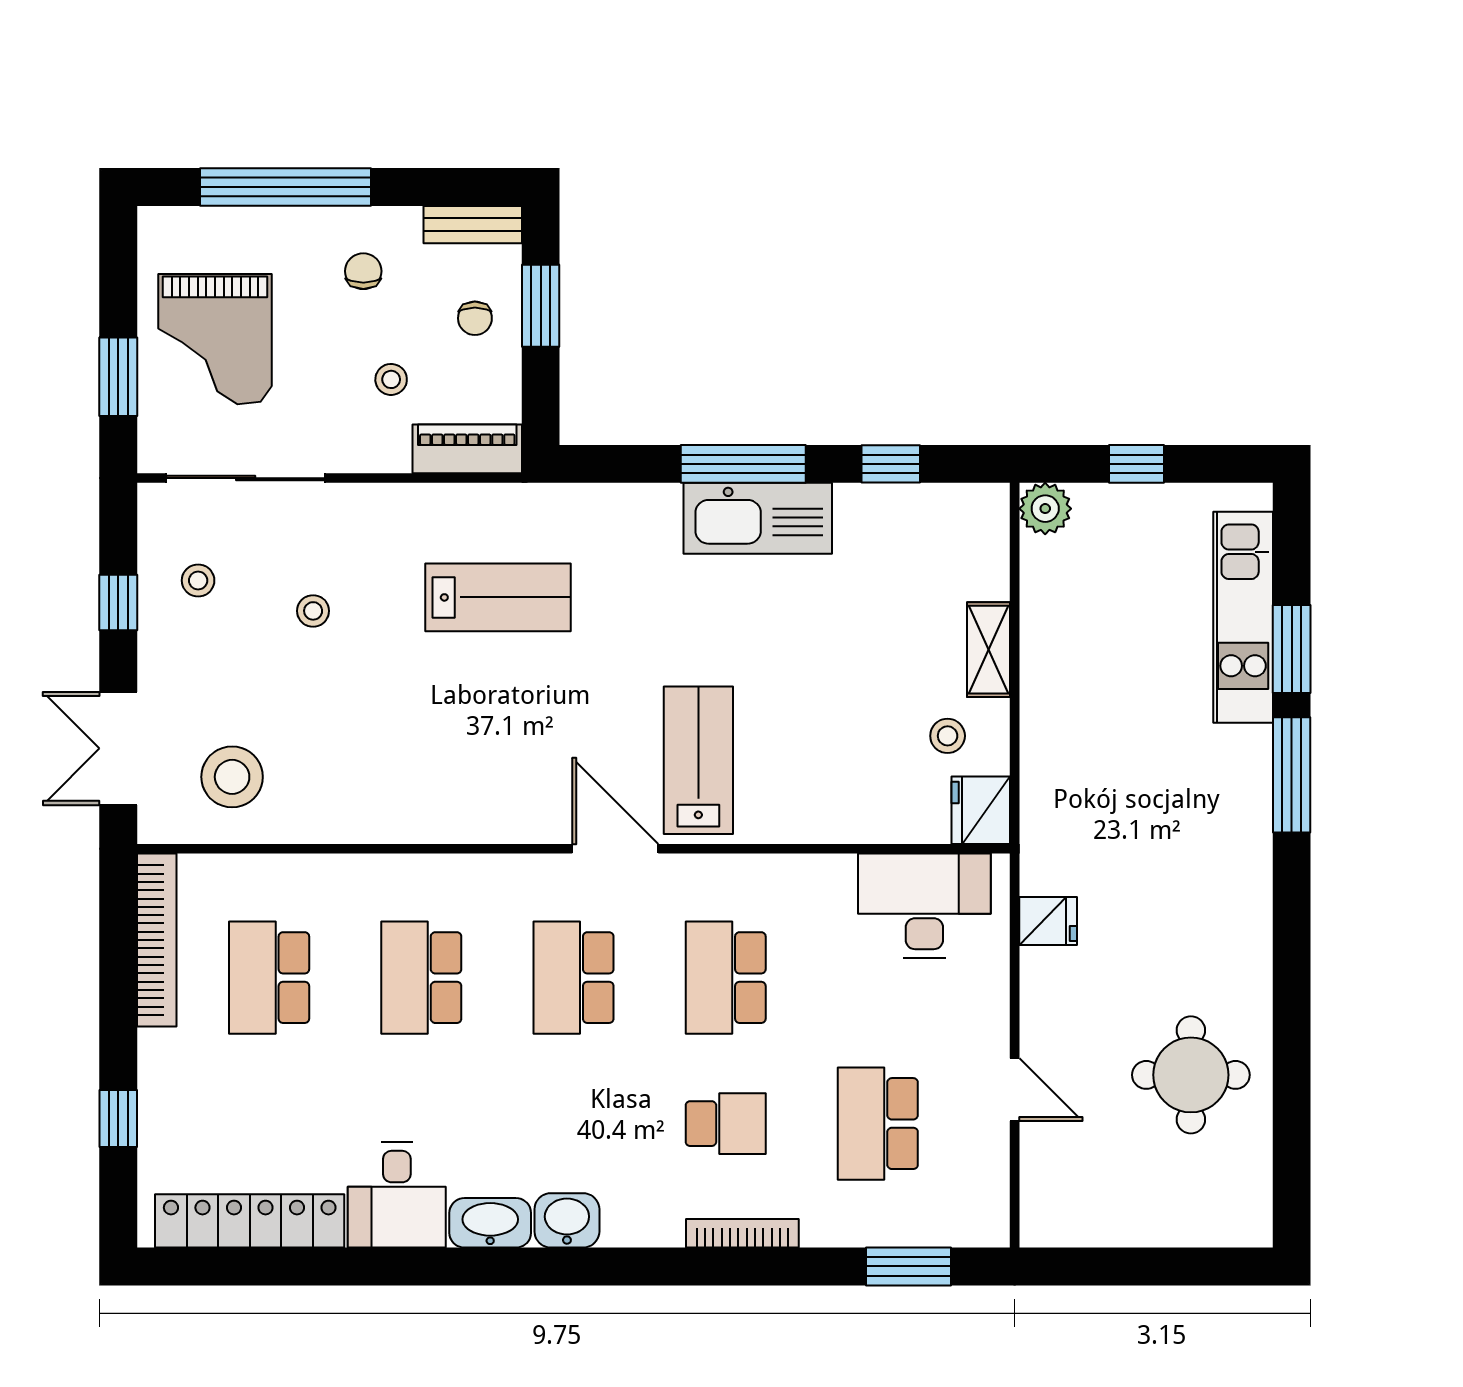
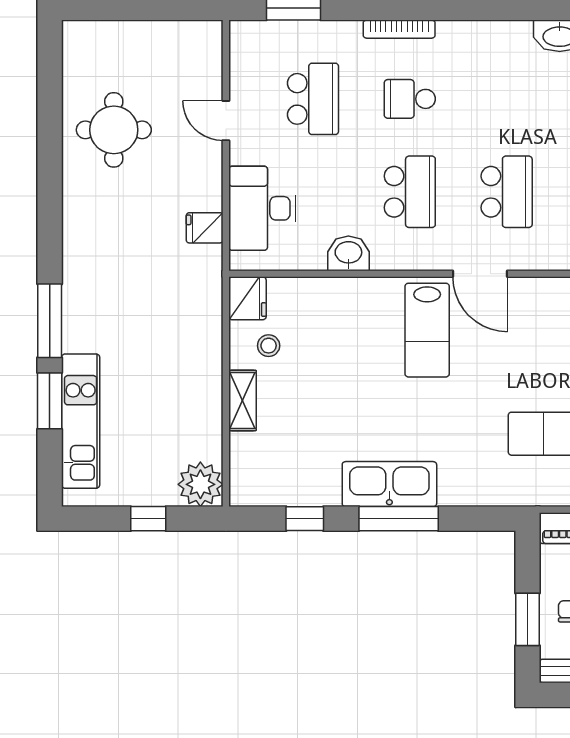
plant: (1045, 509) -> (200, 484), width x1.36, depth x1.36
desk: (924, 906) -> (262, 208), moved, turned 90
washbasin: (567, 1220) -> (348, 253), moved, turned 180

